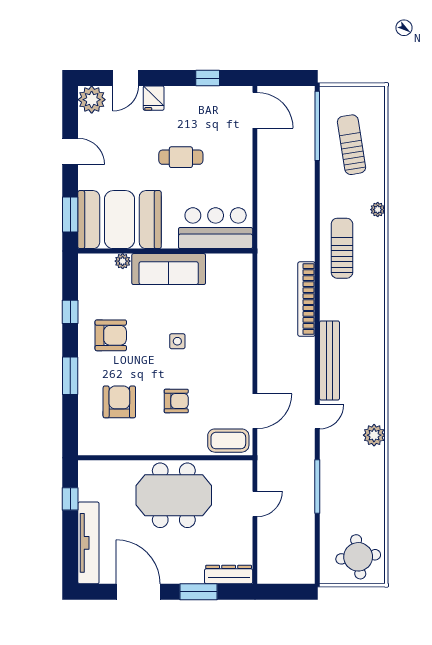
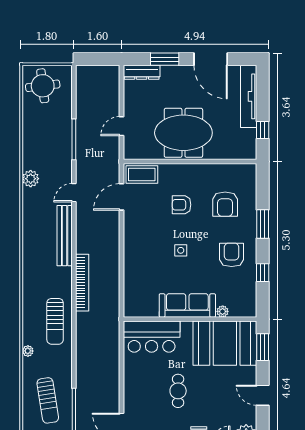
cafe table: (181, 157) -> (178, 391), turned 90
armchair: (111, 335) -> (232, 255), turned 90

